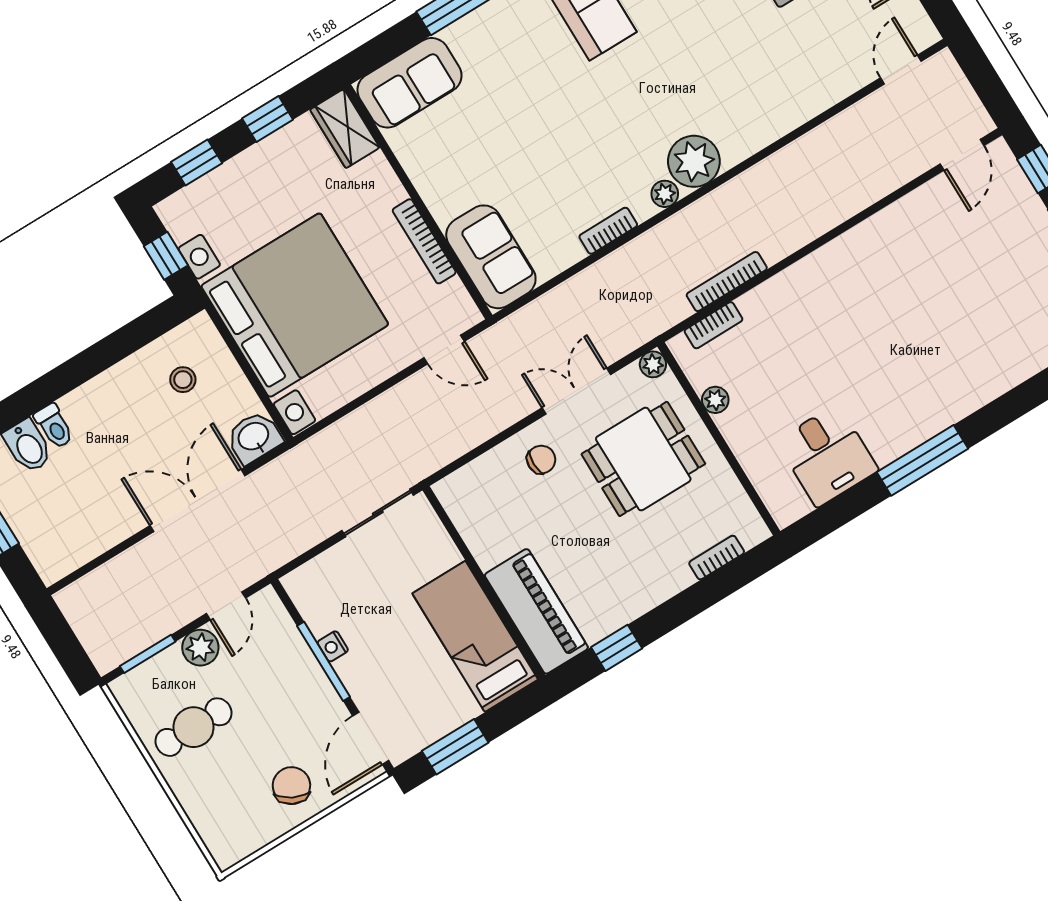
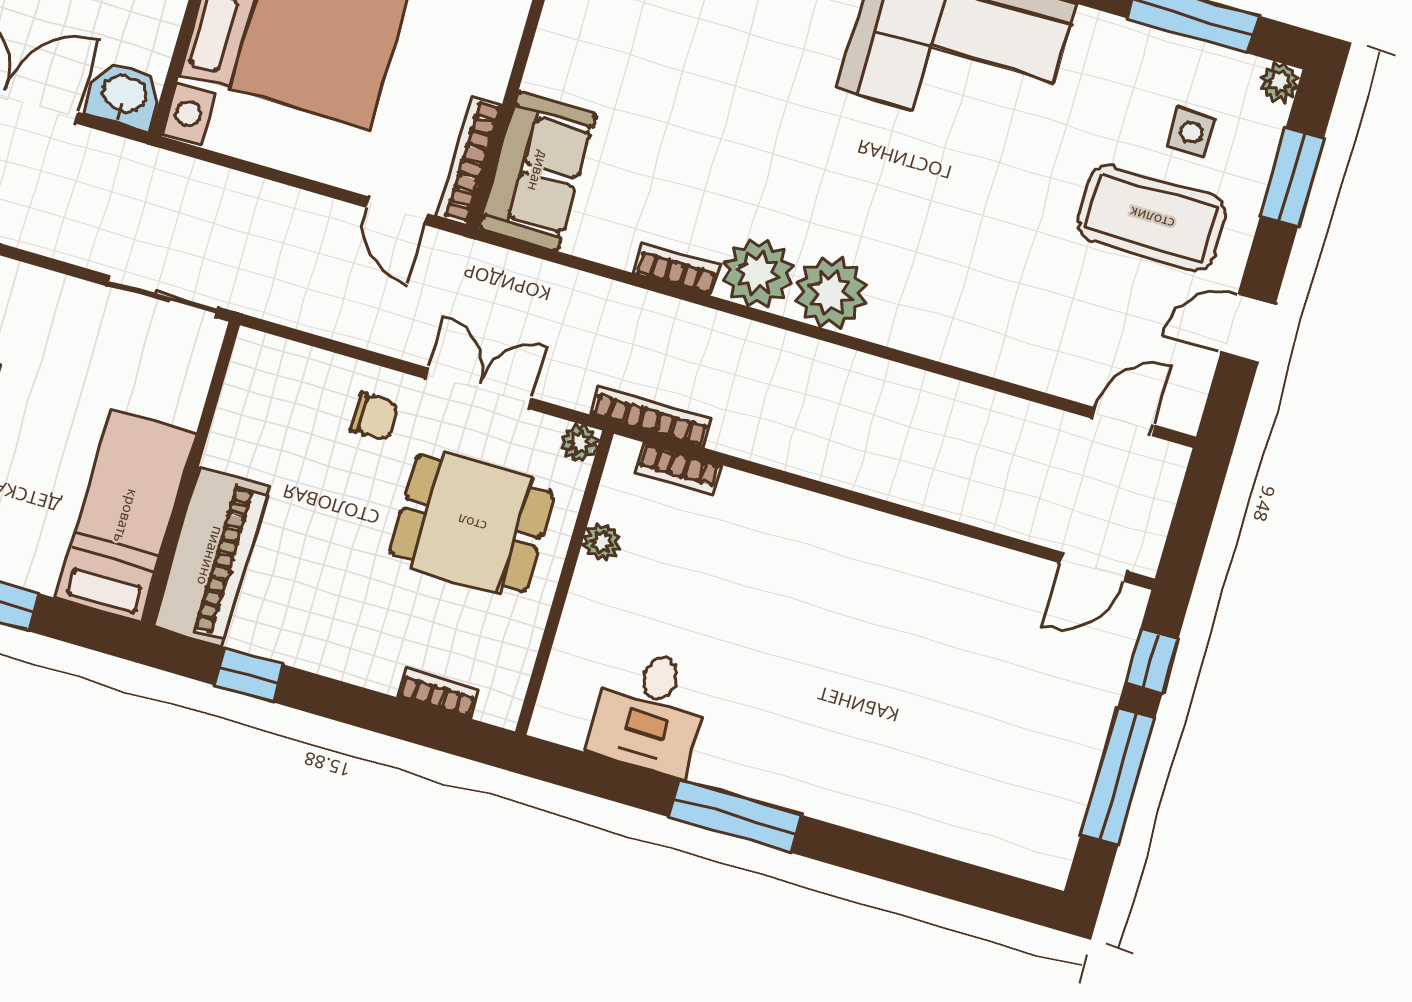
plant: (665, 194) -> (758, 273), width x1.88, depth x1.88
bookcase: (424, 241) -> (469, 161), moved
bookcase: (727, 282) -> (651, 416), moved

